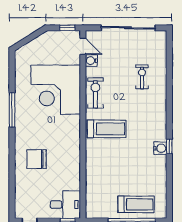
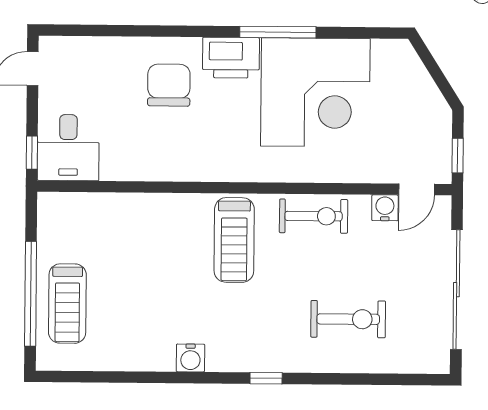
exercise bike: (142, 77) -> (348, 319), width x1.38, depth x1.39
corner desk: (56, 90) -> (315, 92), moved, turned 180
printer: (24, 131) -> (231, 58), added
window: (169, 146) -> (266, 378), moved

